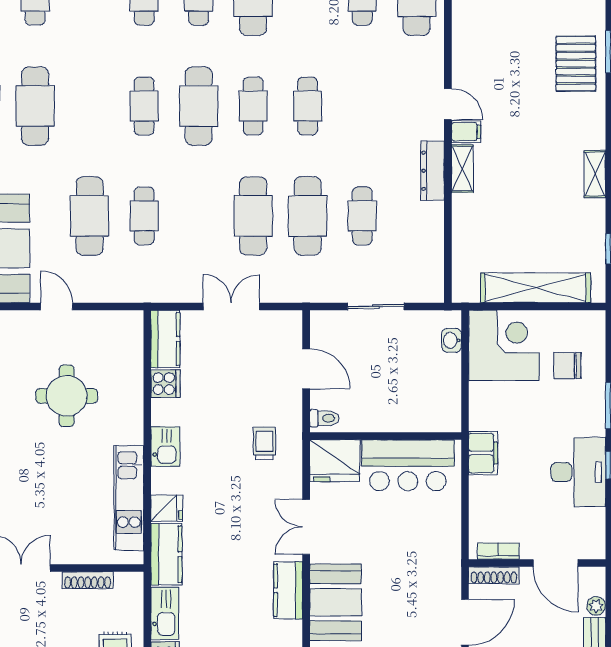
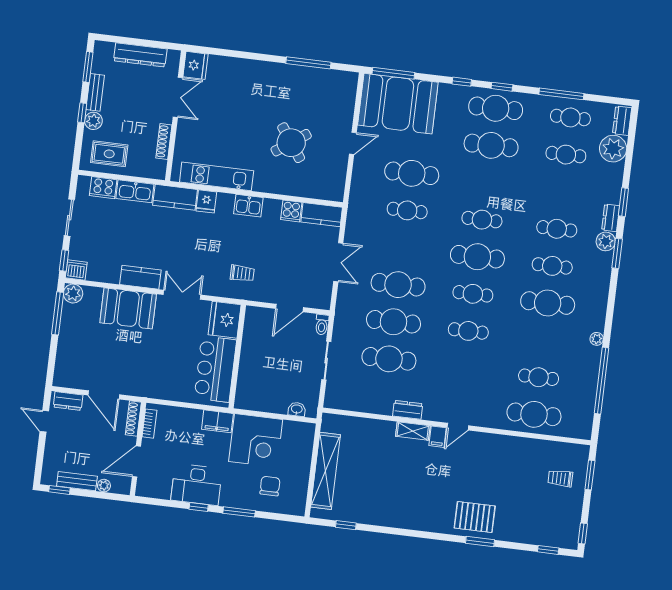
dresser: (433, 171) -> (408, 410), width x0.70
shelving: (595, 174) -> (398, 521), removed
cafe table: (362, 216) -> (389, 359), width x1.37, depth x1.35
corner desk: (504, 345) -> (256, 440), moved
round table: (67, 396) -> (291, 143), turned -35
toilet: (324, 418) -> (322, 325), moved

